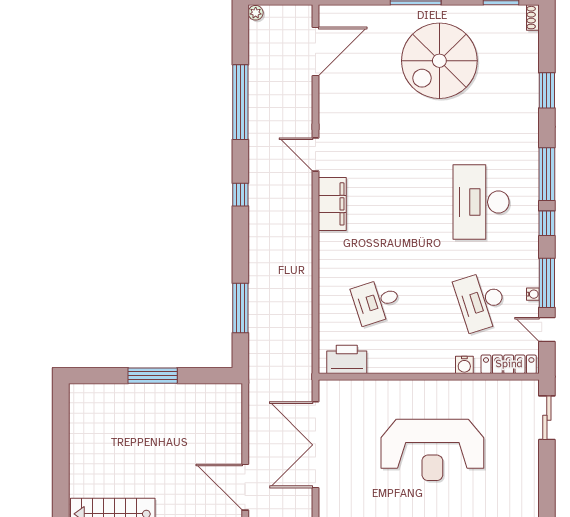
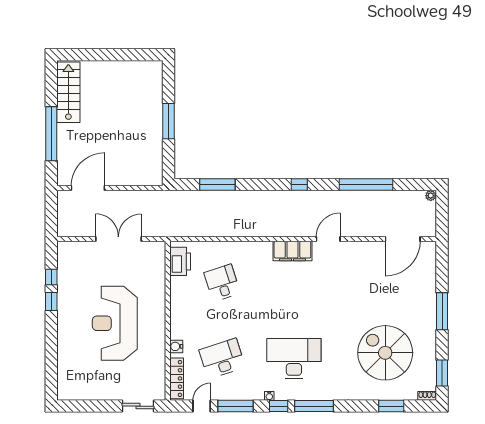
door: (316, 52) -> (403, 239), hinge flipped
spiral stairs: (439, 61) -> (385, 353), moved
window: (547, 90) -> (391, 406), moved
water cooler: (533, 294) -> (269, 396), moved
double door: (316, 445) -> (118, 239), width x0.73

